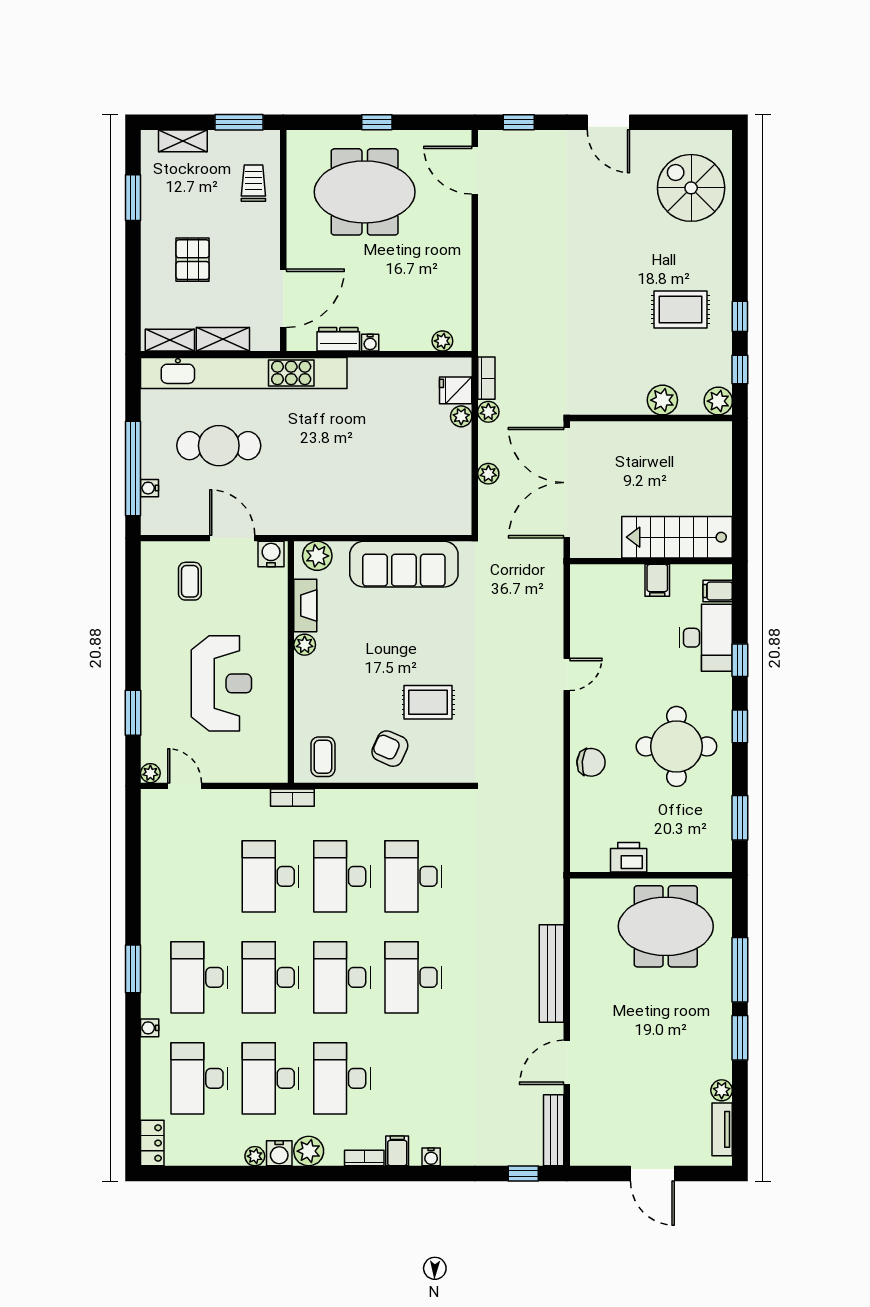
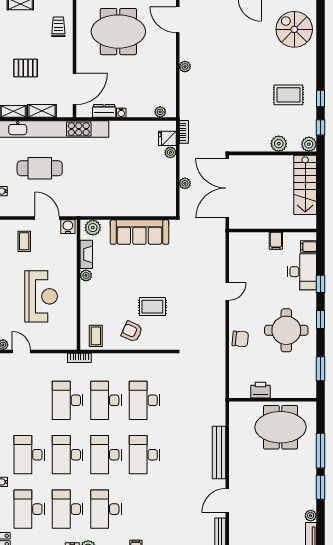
pallet: (193, 260) -> (26, 68), turned 90
plant: (488, 412) -> (185, 67), moved
stairs: (677, 537) -> (305, 185), moved, turned -90

